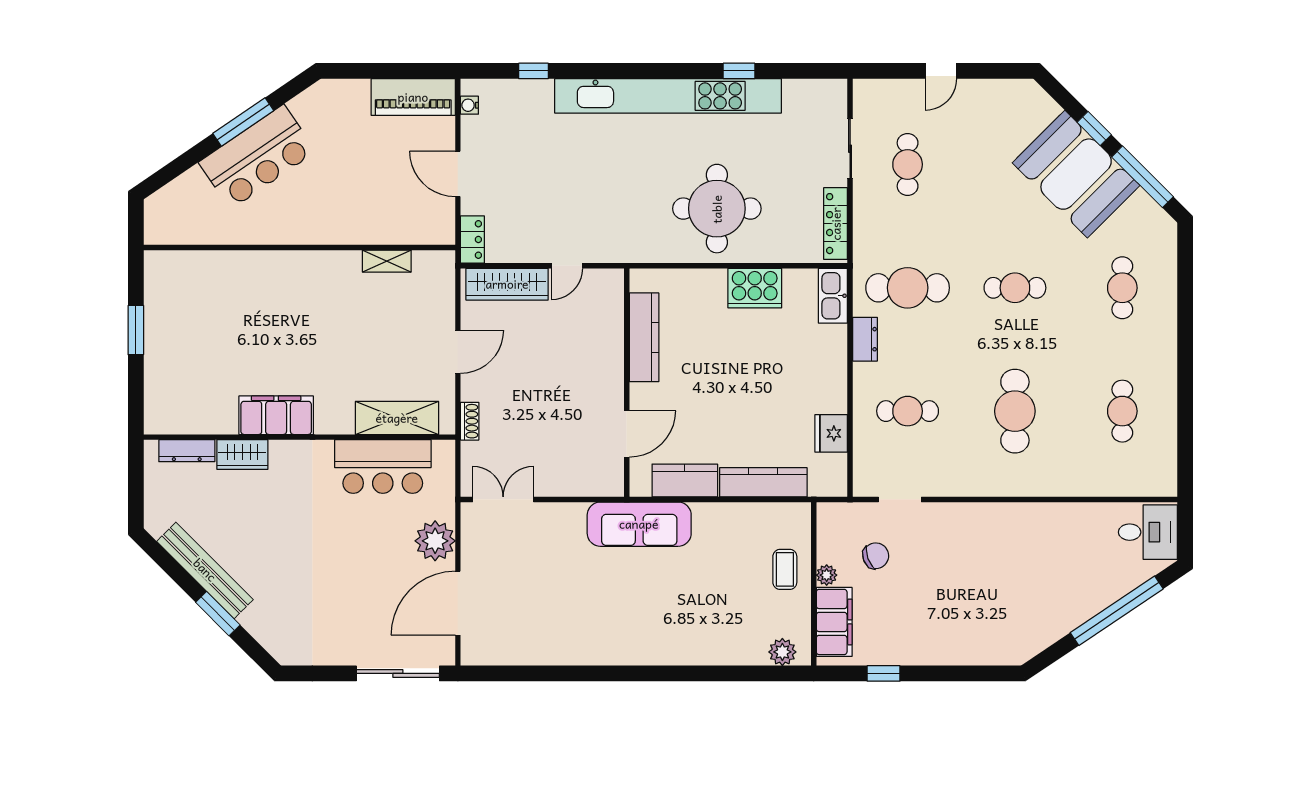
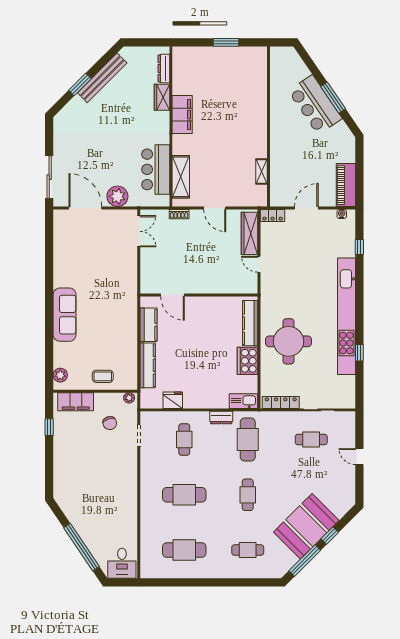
kitchen counter: (644, 337) -> (250, 323), moved, turned 90
cafe table: (1122, 411) -> (184, 550), width x1.37, depth x1.35
sofa: (639, 524) -> (65, 315), moved, turned 180
plant: (827, 575) -> (129, 398), moved

